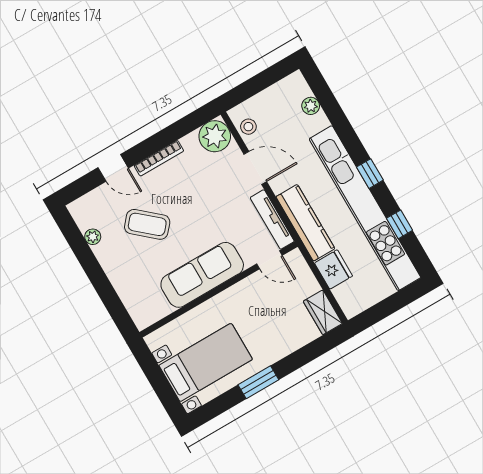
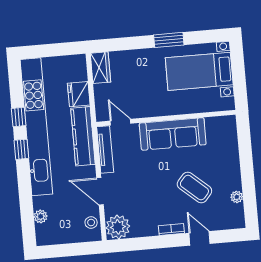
bookcase: (159, 158) -> (171, 229), width x0.64
window: (400, 224) -> (19, 117), moved

